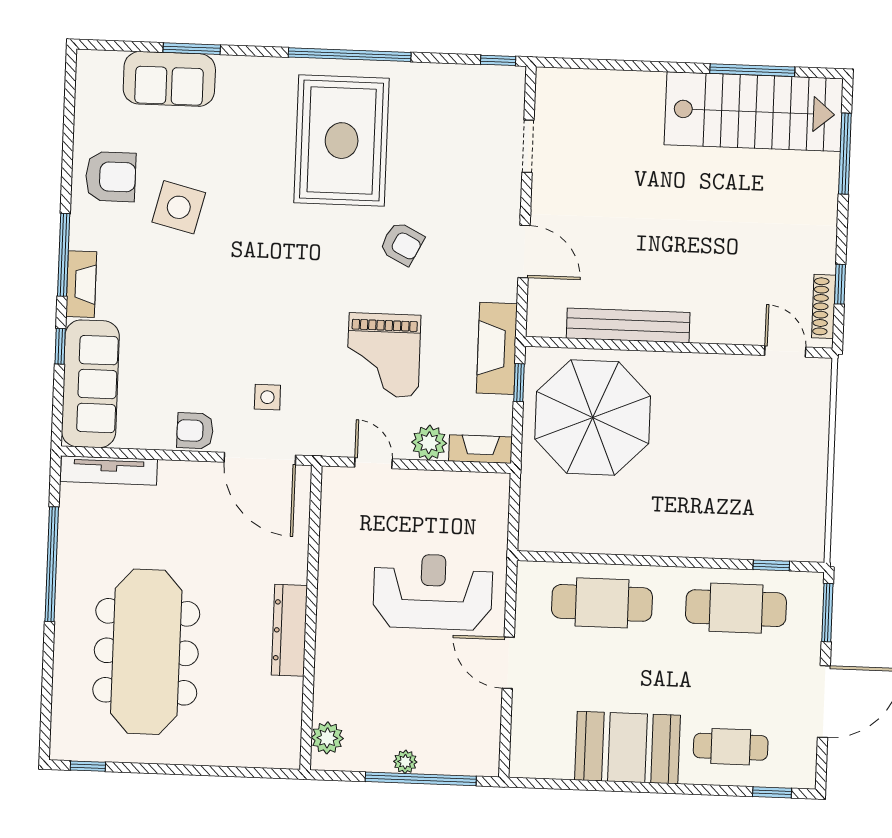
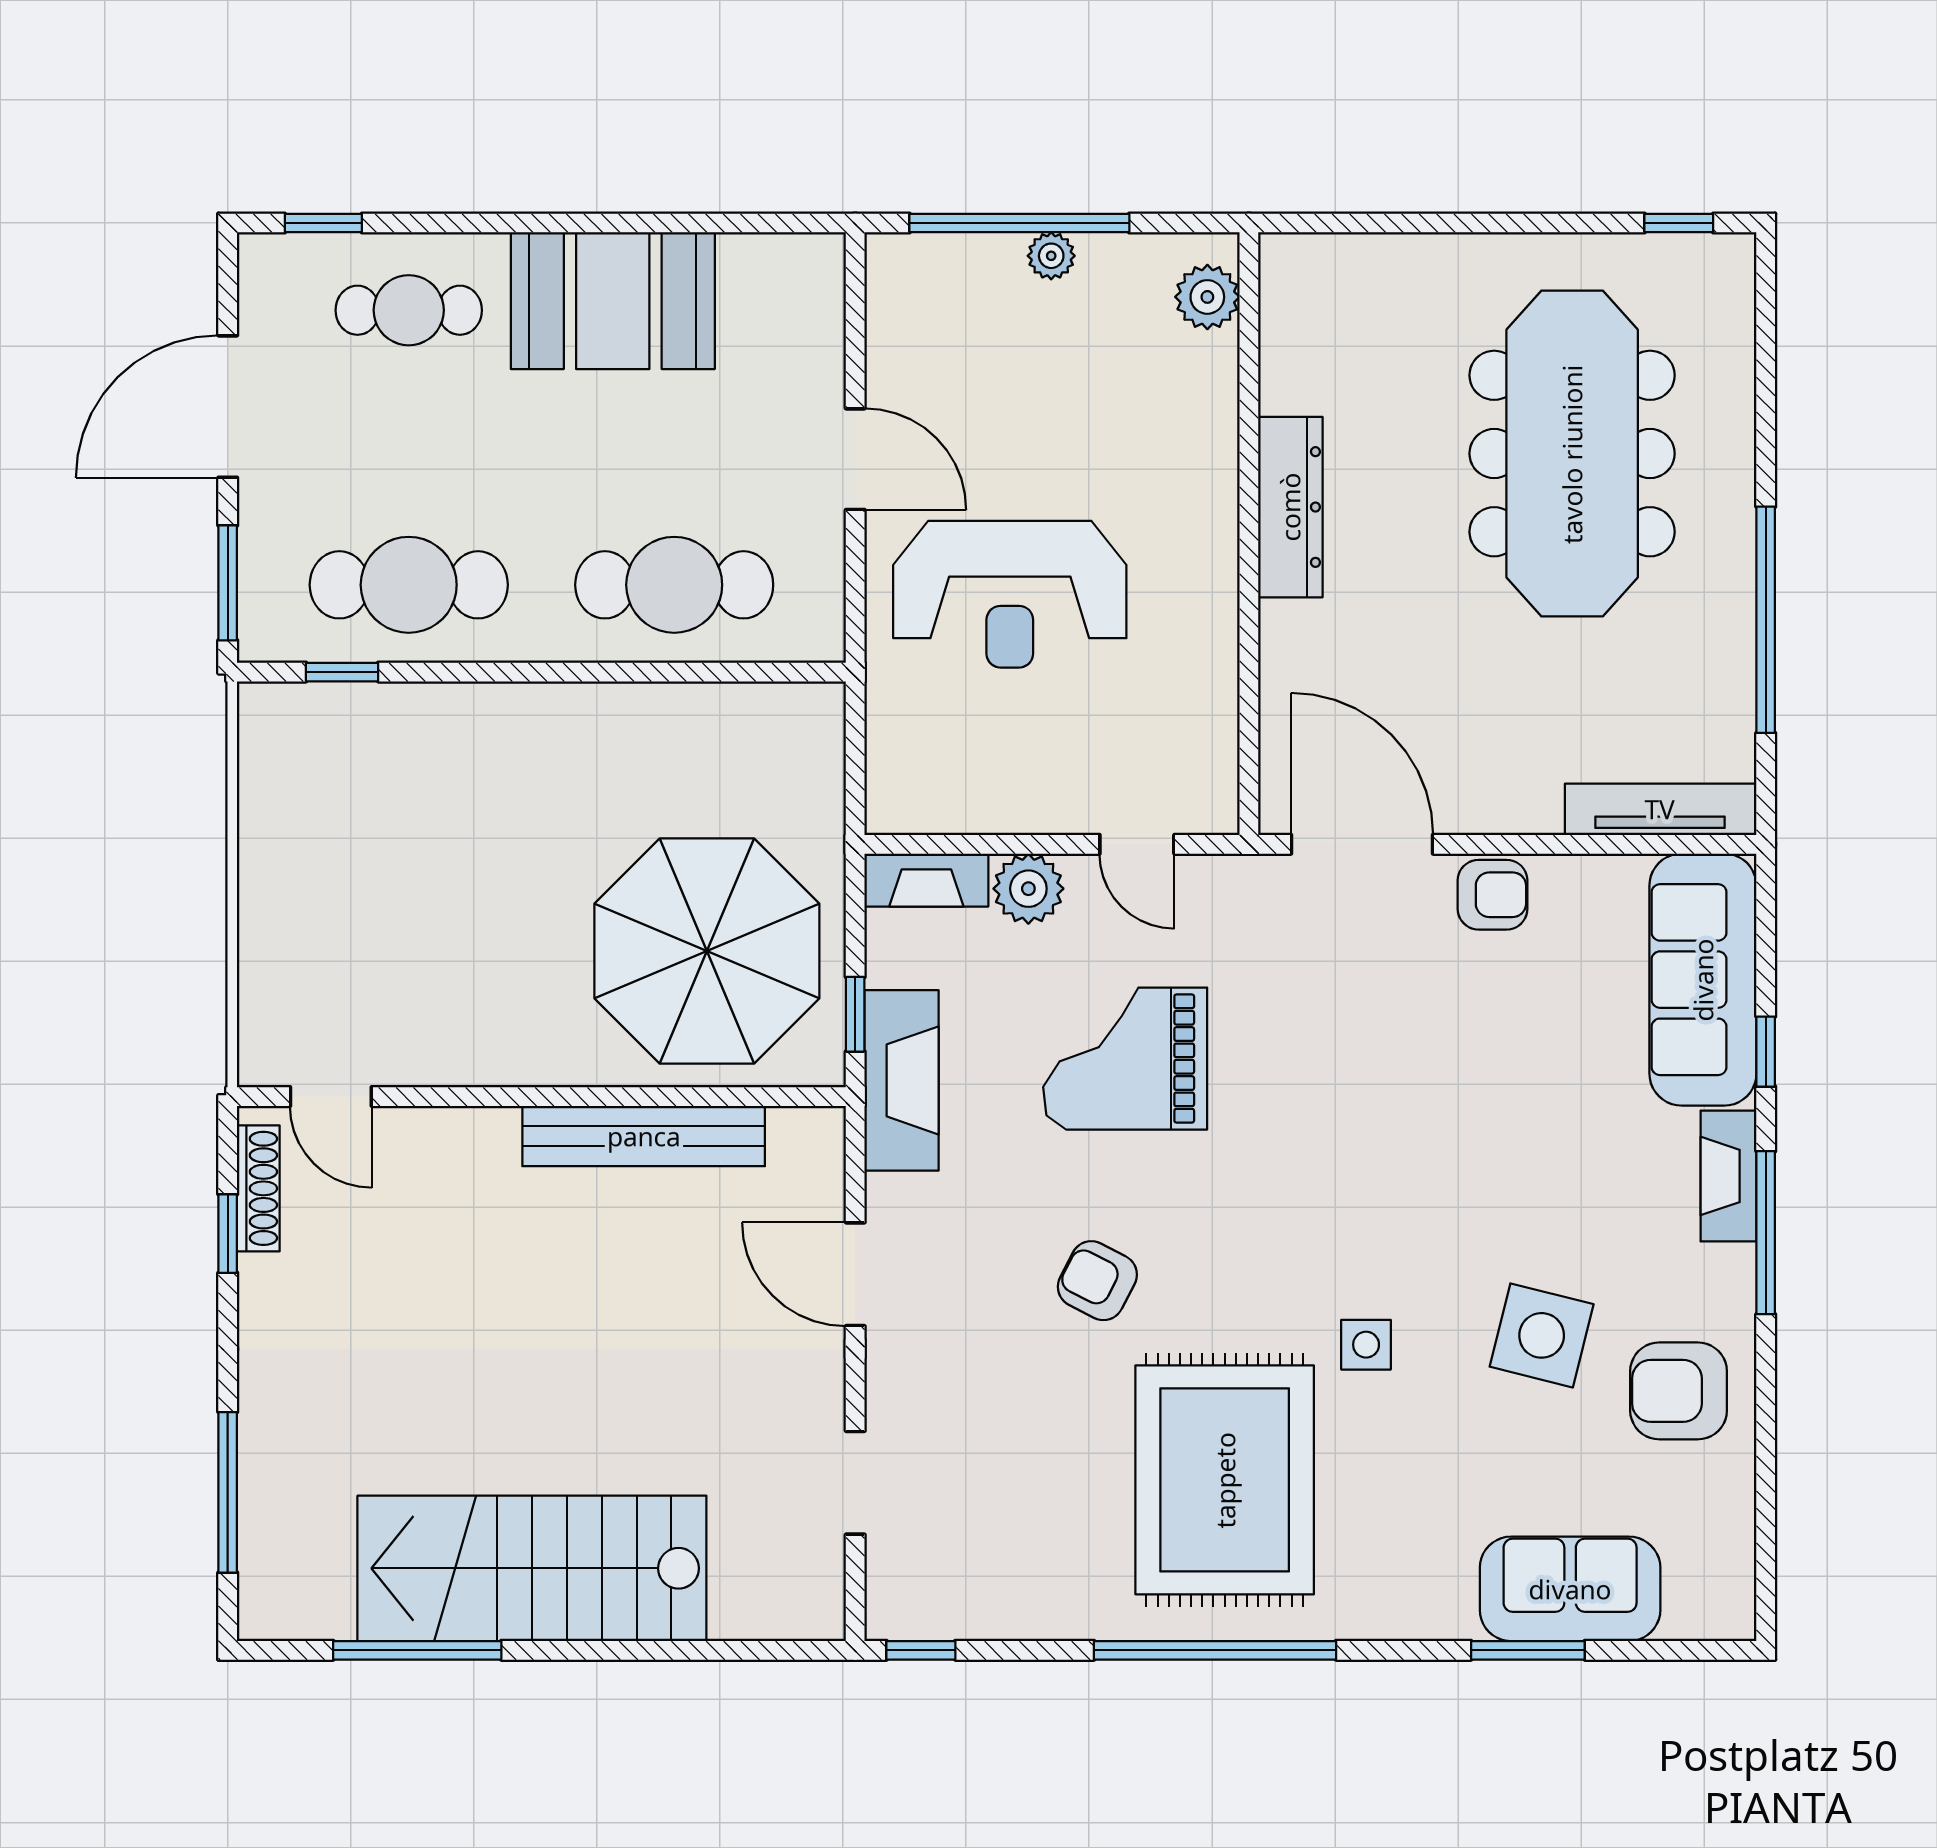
stairs: (754, 112) -> (532, 1568), moved
grand piano: (384, 355) -> (1125, 1059), turned -90
side table: (267, 397) -> (1366, 1345), moved

